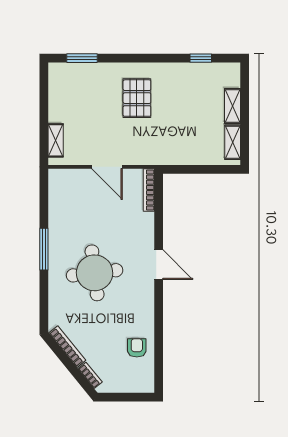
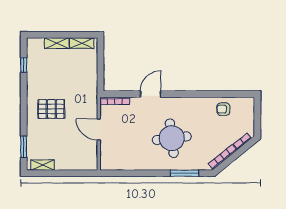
shelving: (56, 140) -> (43, 165), moved
door: (107, 167) -> (99, 130), swing flipped
window: (44, 249) -> (184, 173), moved
door: (159, 265) -> (151, 94), moved

